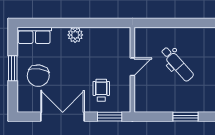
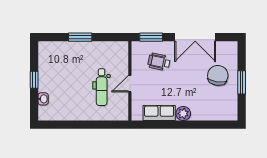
row of seats: (34, 35) -> (159, 113), moved
dental chair: (177, 64) -> (102, 87), moved, turned -138
wheelchair: (101, 90) -> (159, 62), turned 102

